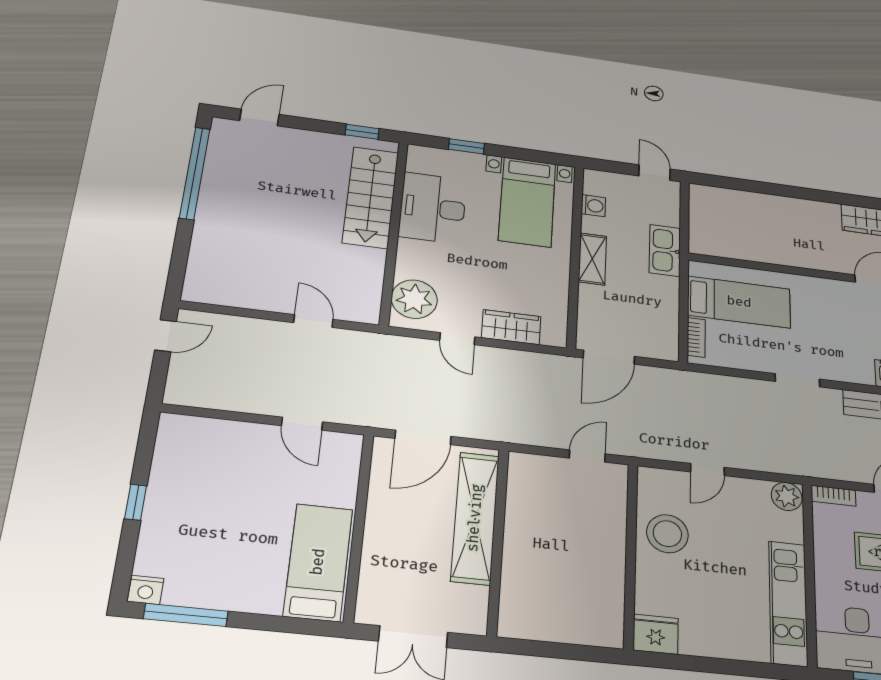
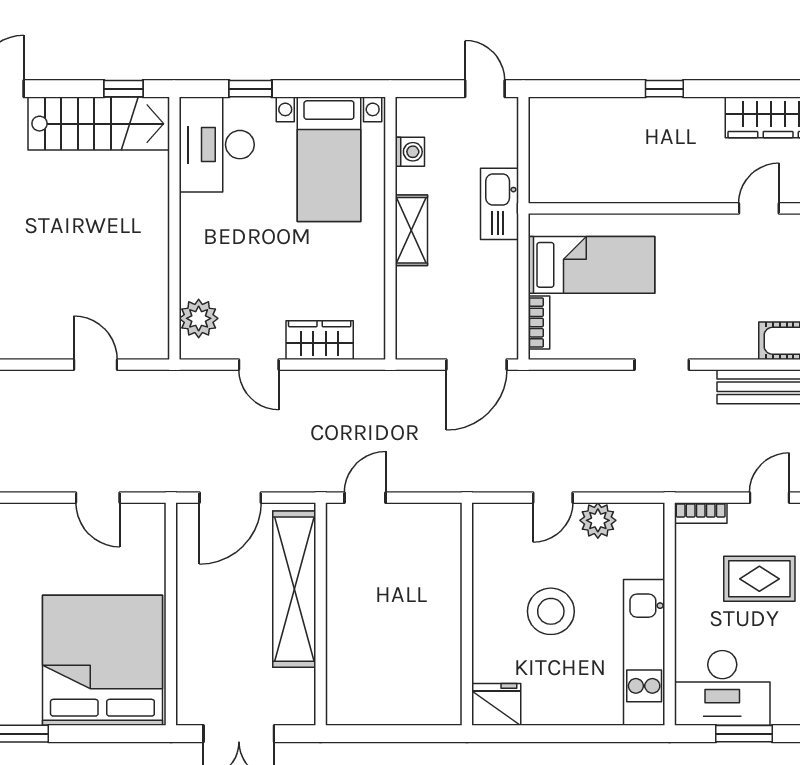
window: (794, 192) -> (664, 89), added
stairs: (371, 197) -> (99, 124), moved, turned -90
desk: (433, 208) -> (217, 145), moved
plant: (414, 299) -> (199, 318), width x0.73, depth x0.73
door: (609, 357) -> (476, 365), moved
door: (587, 456) -> (365, 498), moved
plant: (787, 496) -> (598, 520), moved
stool: (667, 534) -> (551, 611), moved
bed: (318, 562) -> (102, 660), width x2.04

